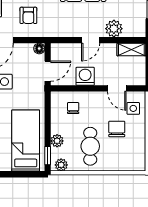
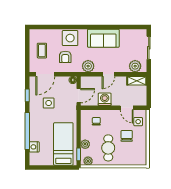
plant: (61, 29) -> (88, 66), added
plant: (114, 29) -> (135, 66), moved

